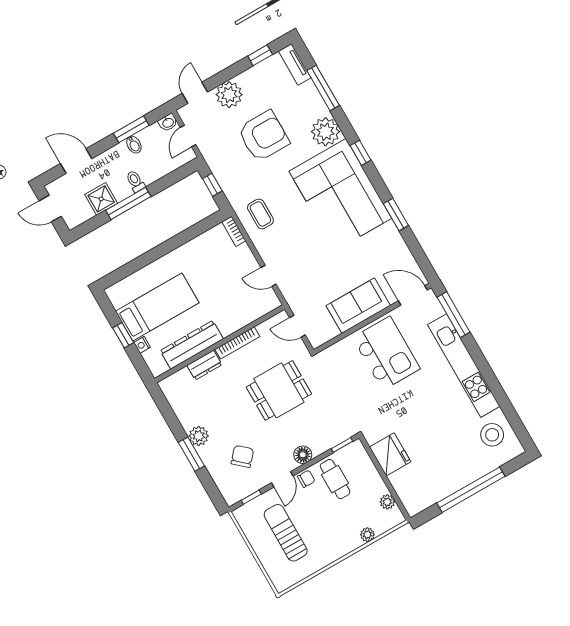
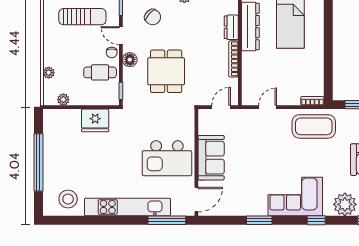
corner sofa: (340, 195) -> (295, 196), width x0.73, depth x0.74
coffee table: (260, 214) -> (314, 126), width x1.86, depth x1.72
dining table: (279, 390) -> (166, 71), moved

